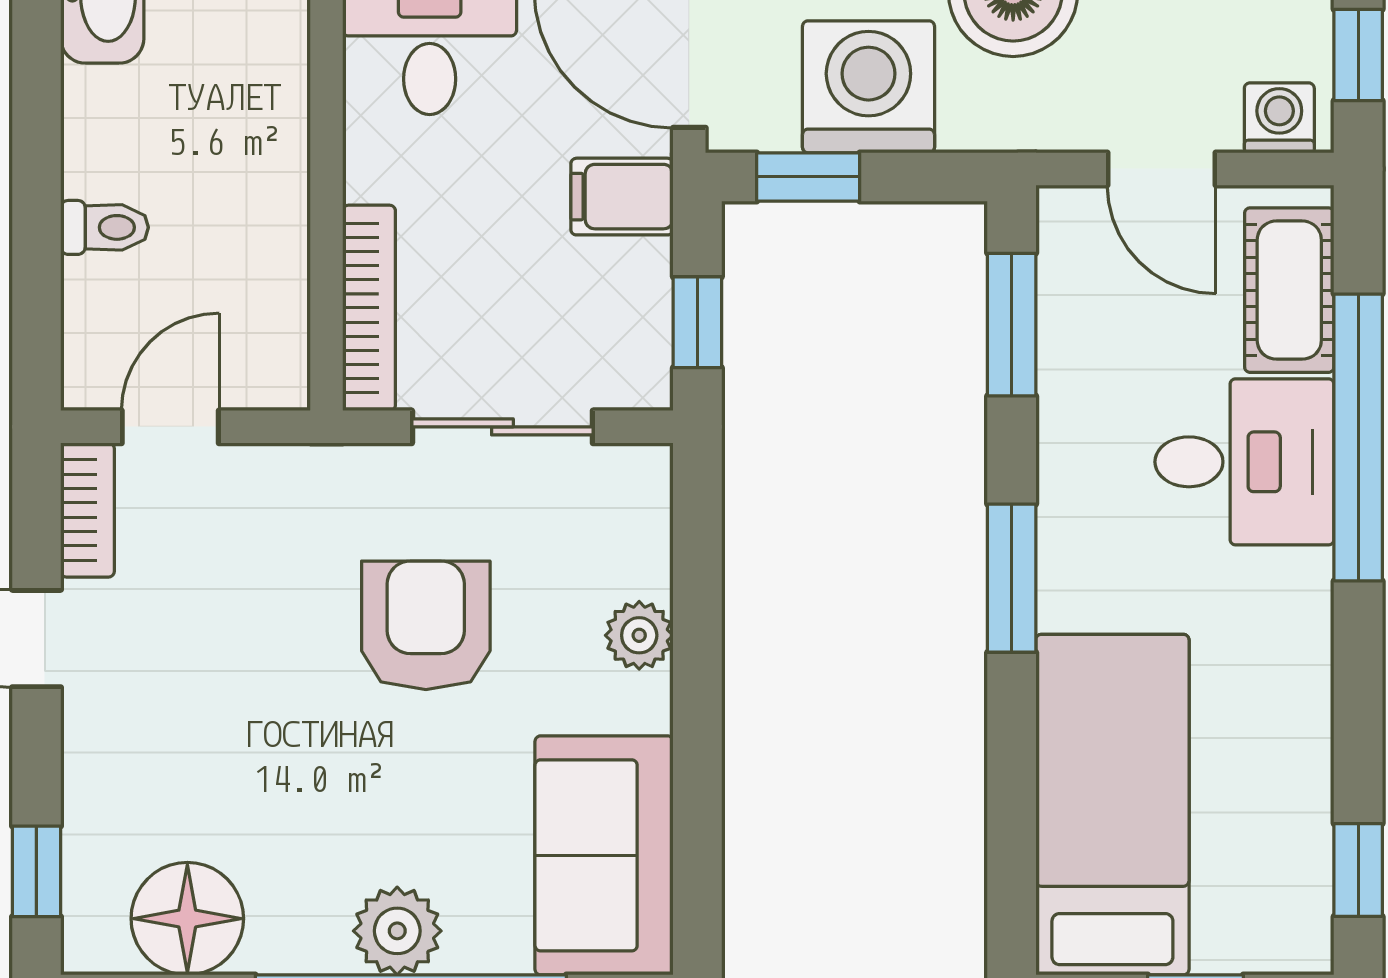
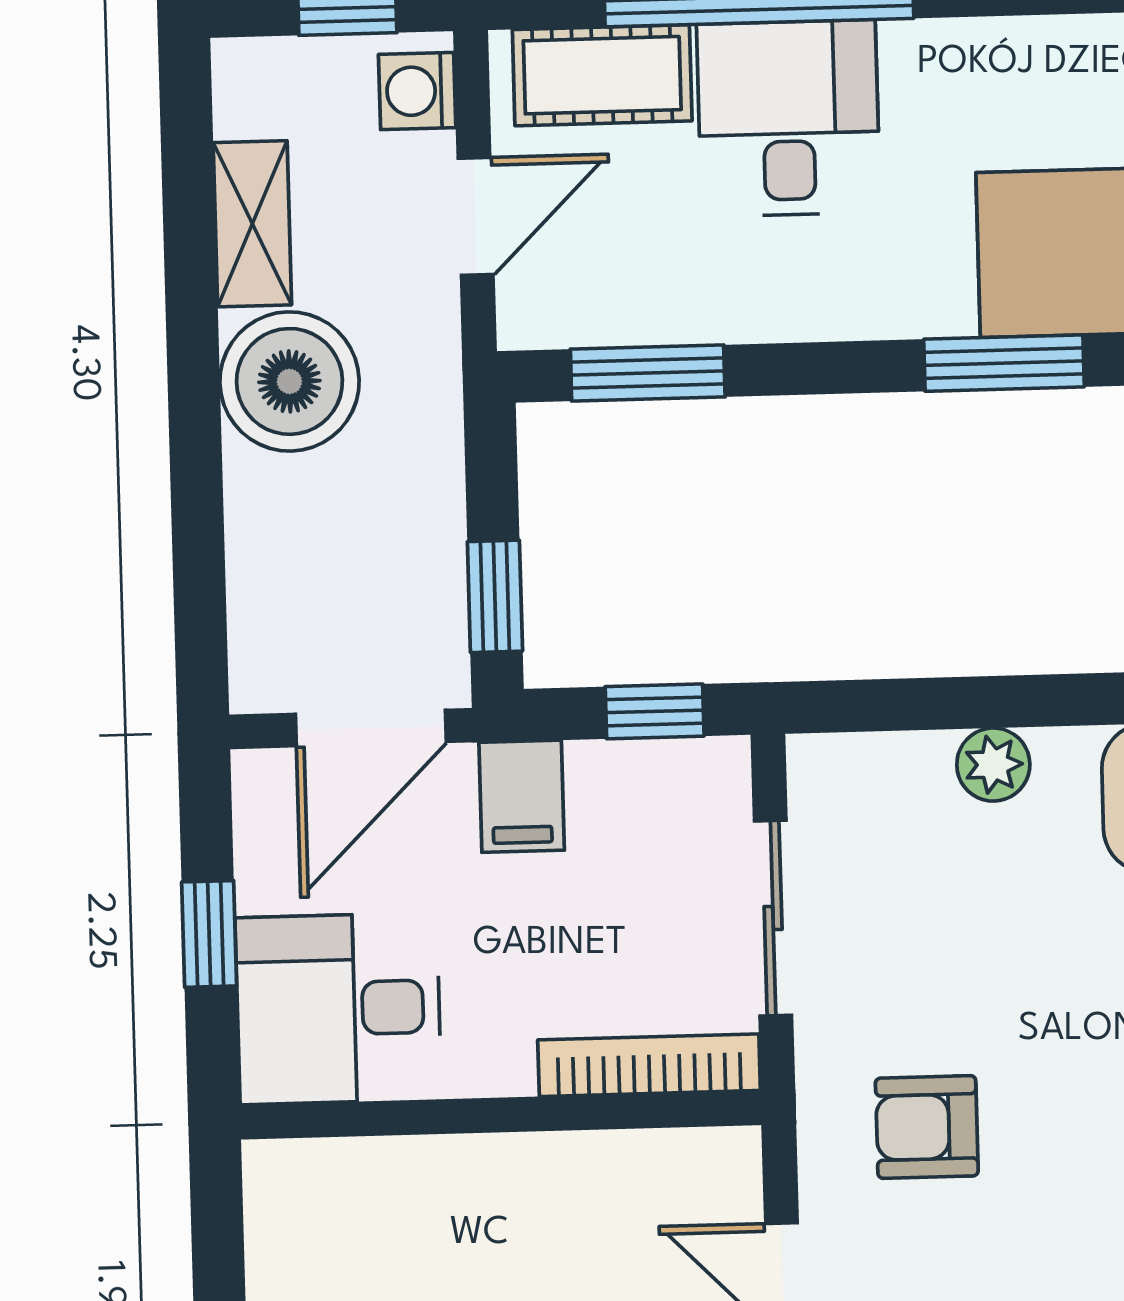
washing machine: (868, 87) -> (396, 534), removed
window: (1012, 578) -> (1004, 363), moved
armchair: (426, 625) -> (927, 1127), moved, width x0.72, depth x0.72

